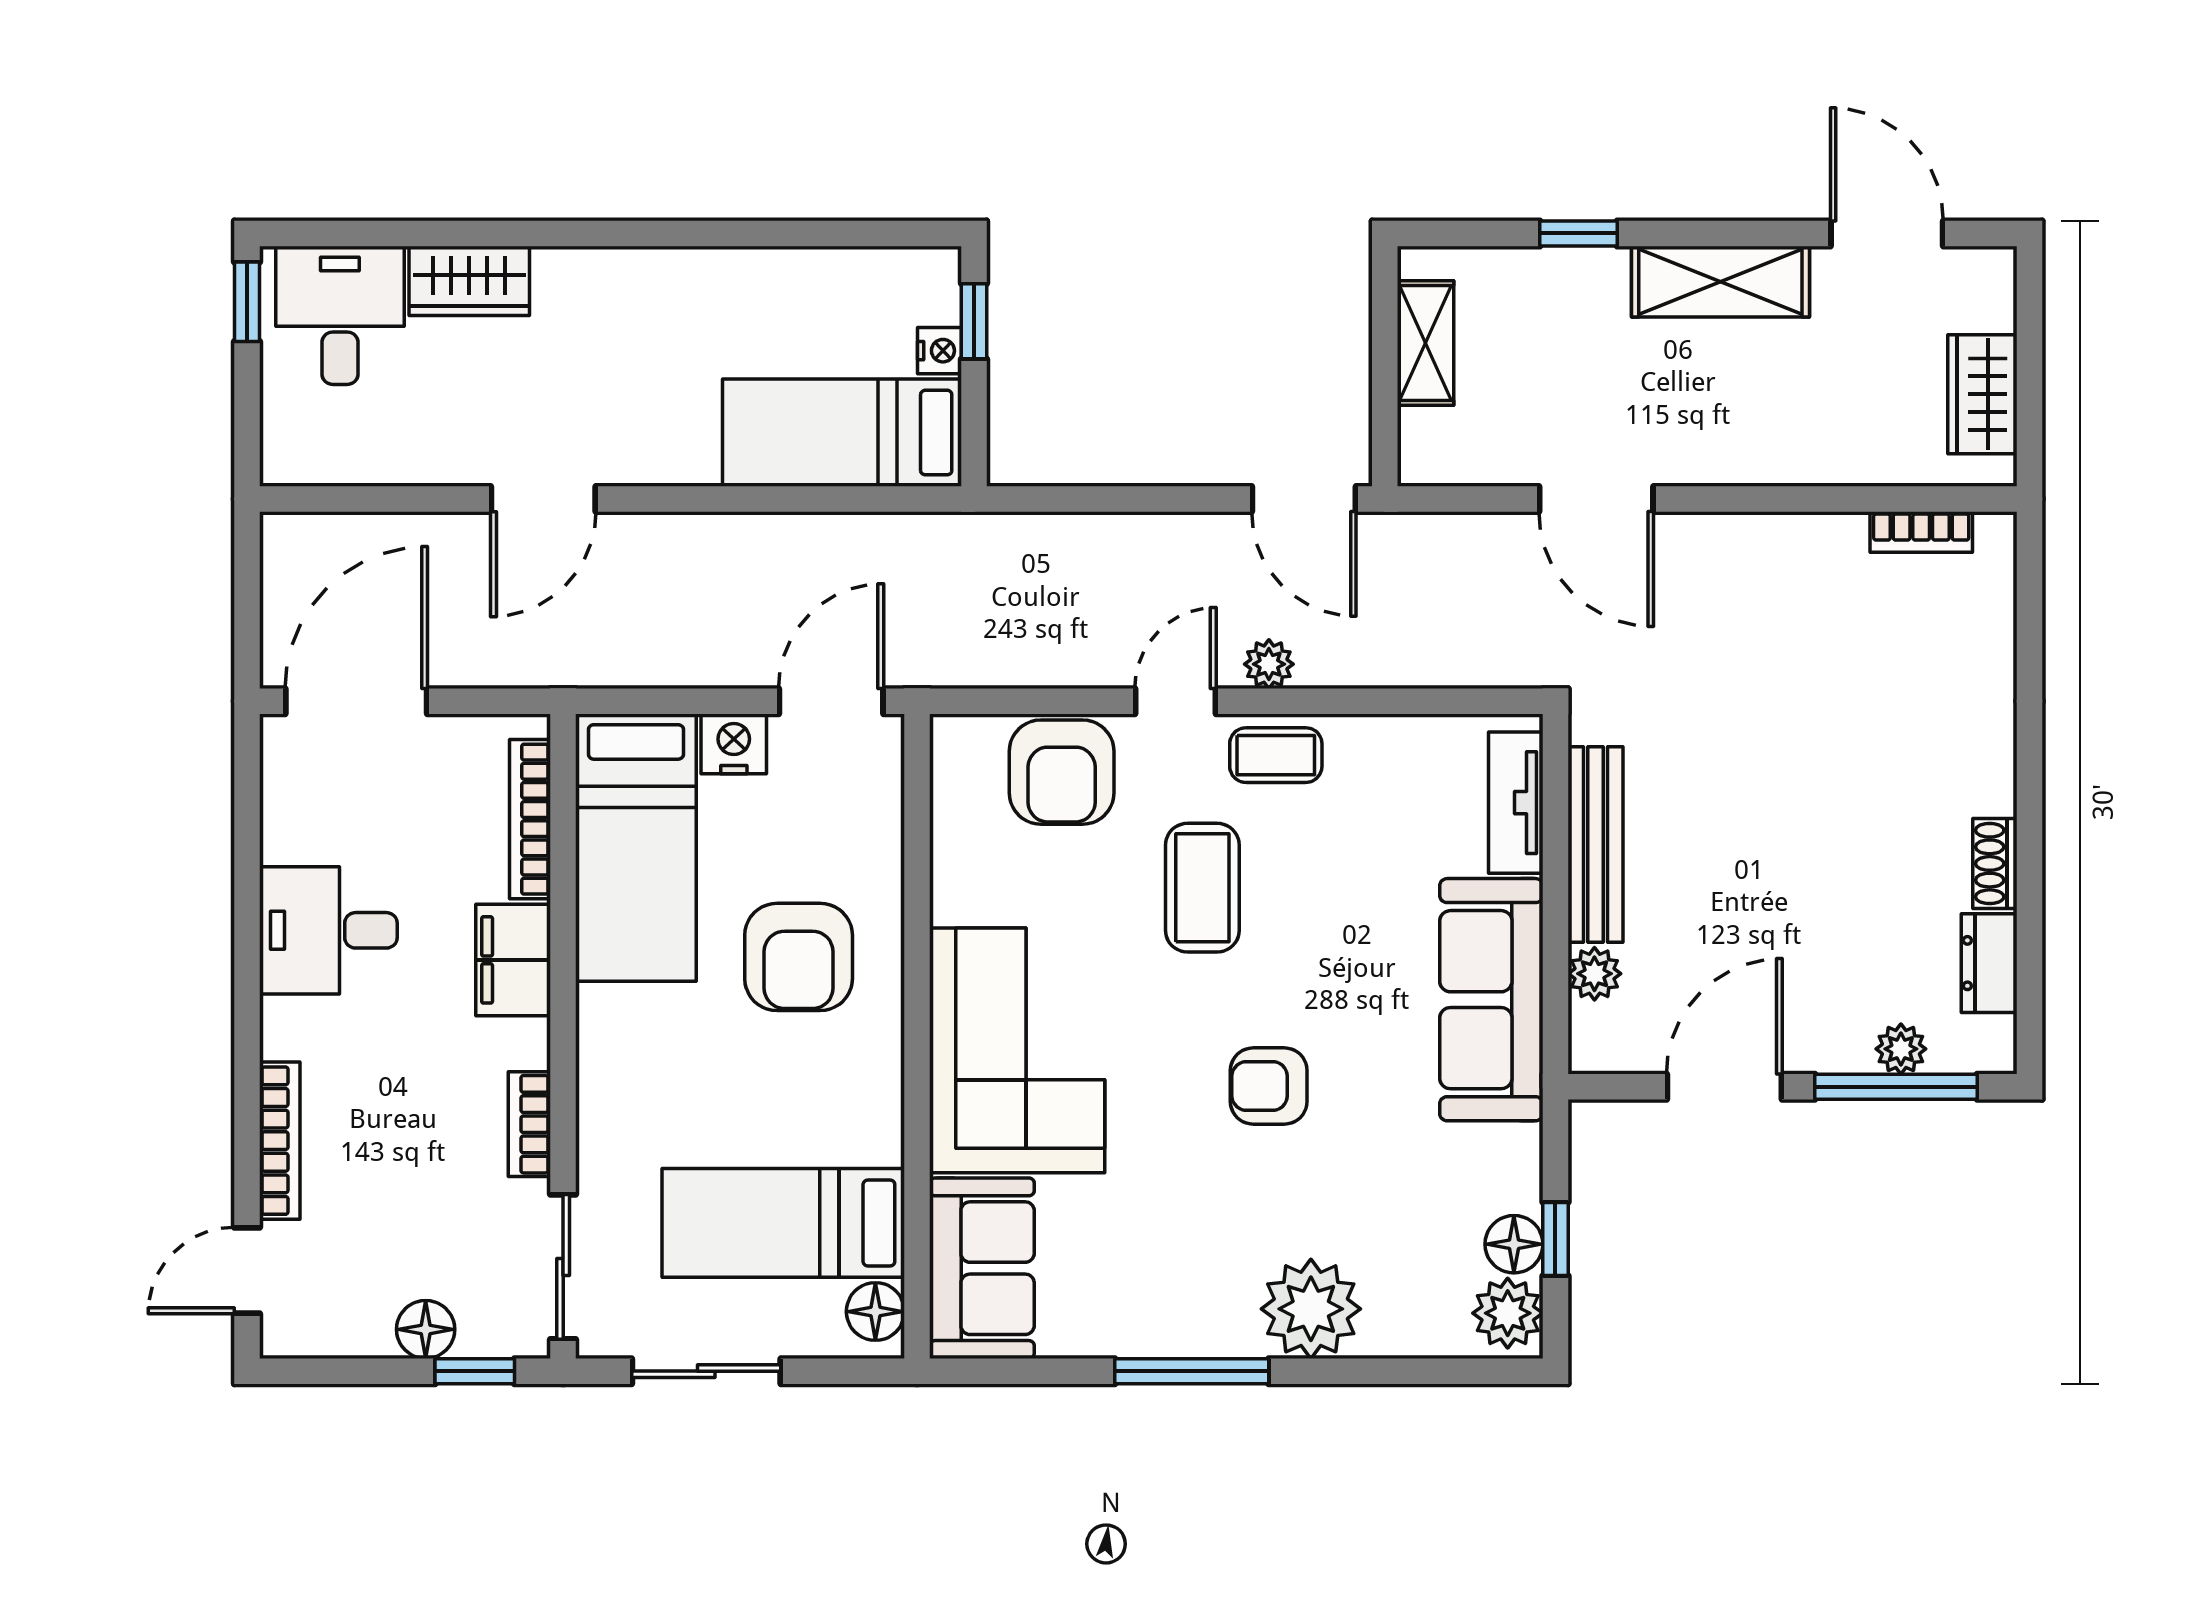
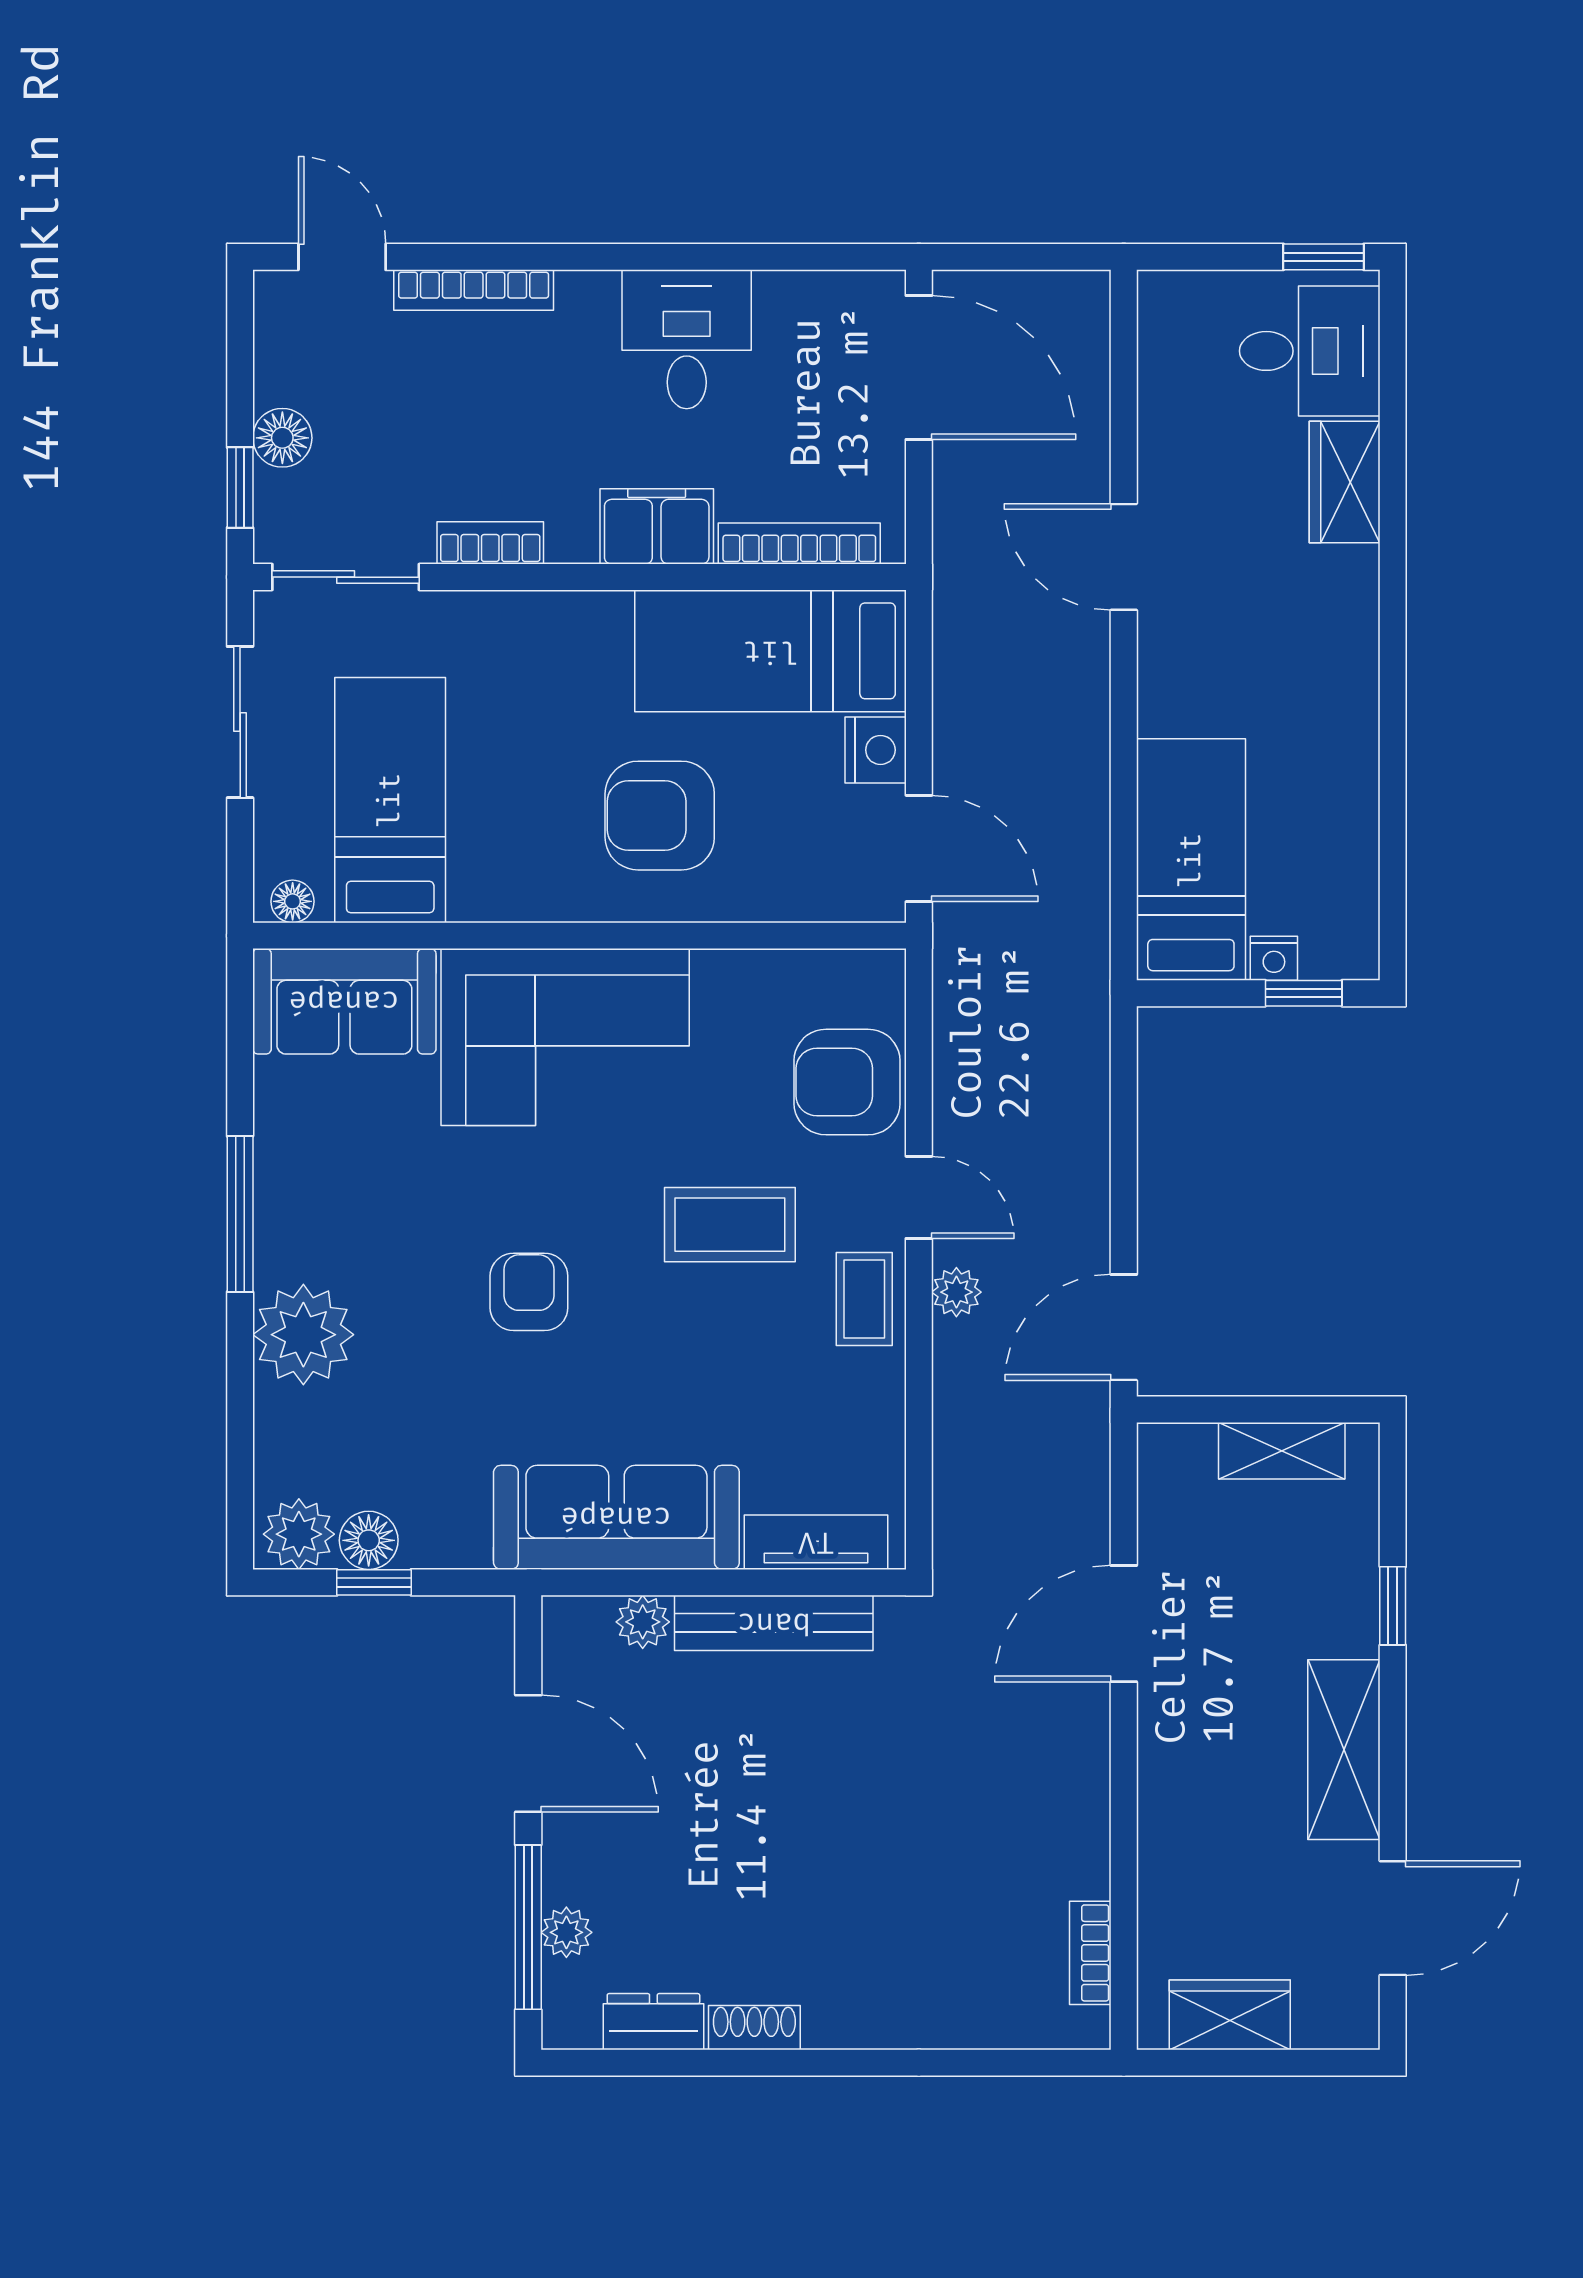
floor lamp: (875, 1312) -> (293, 901), width x0.73, depth x0.73

